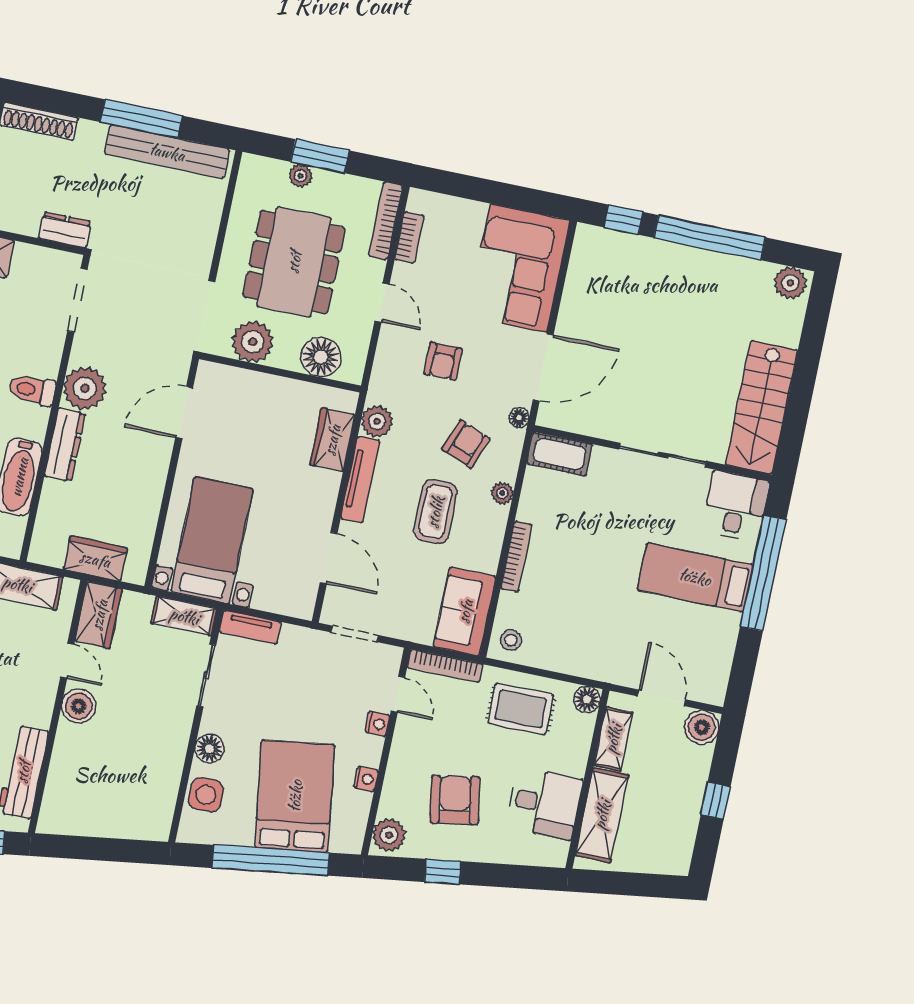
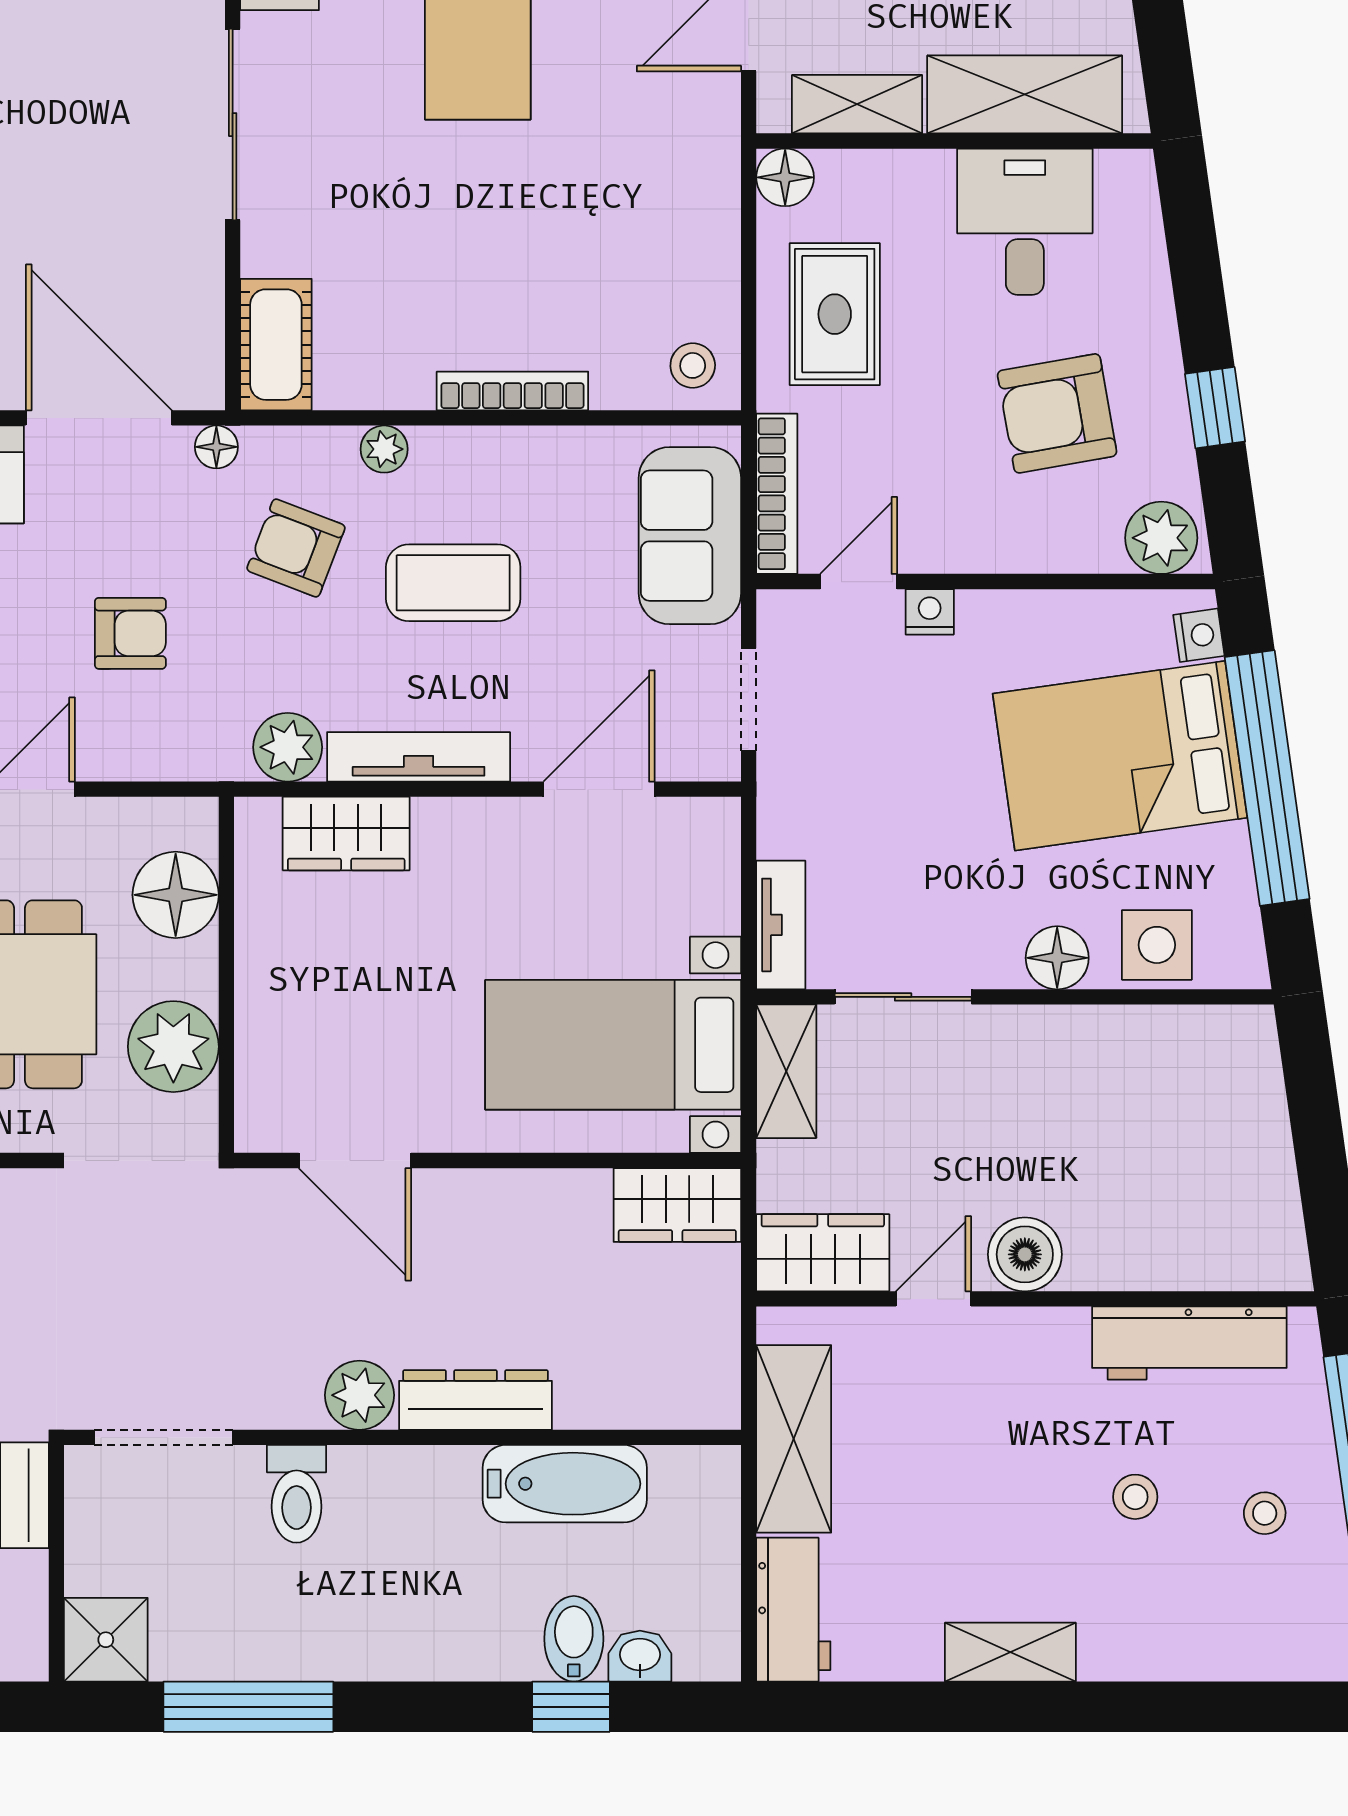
plant: (85, 388) -> (359, 1395), width x0.73, depth x0.73
toilet: (32, 390) -> (297, 1494), moved
wardrobe: (95, 559) -> (677, 1205), moved, turned -90
sofa: (465, 611) -> (690, 536), moved, turned 90
nightstand: (366, 779) -> (1199, 635), moved, turned 82

